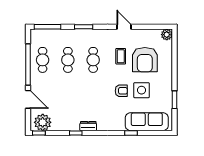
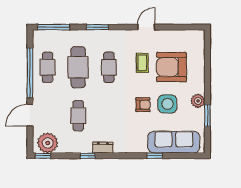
door: (124, 27) -> (146, 27), hinge flipped
plant: (167, 35) -> (198, 101), moved
cafe table: (68, 60) -> (78, 67), width x1.37, depth x1.35
armchair: (145, 60) -> (172, 67), turned 90
door: (28, 99) -> (30, 115), swing flipped
cafe table: (68, 100) -> (78, 116), added

